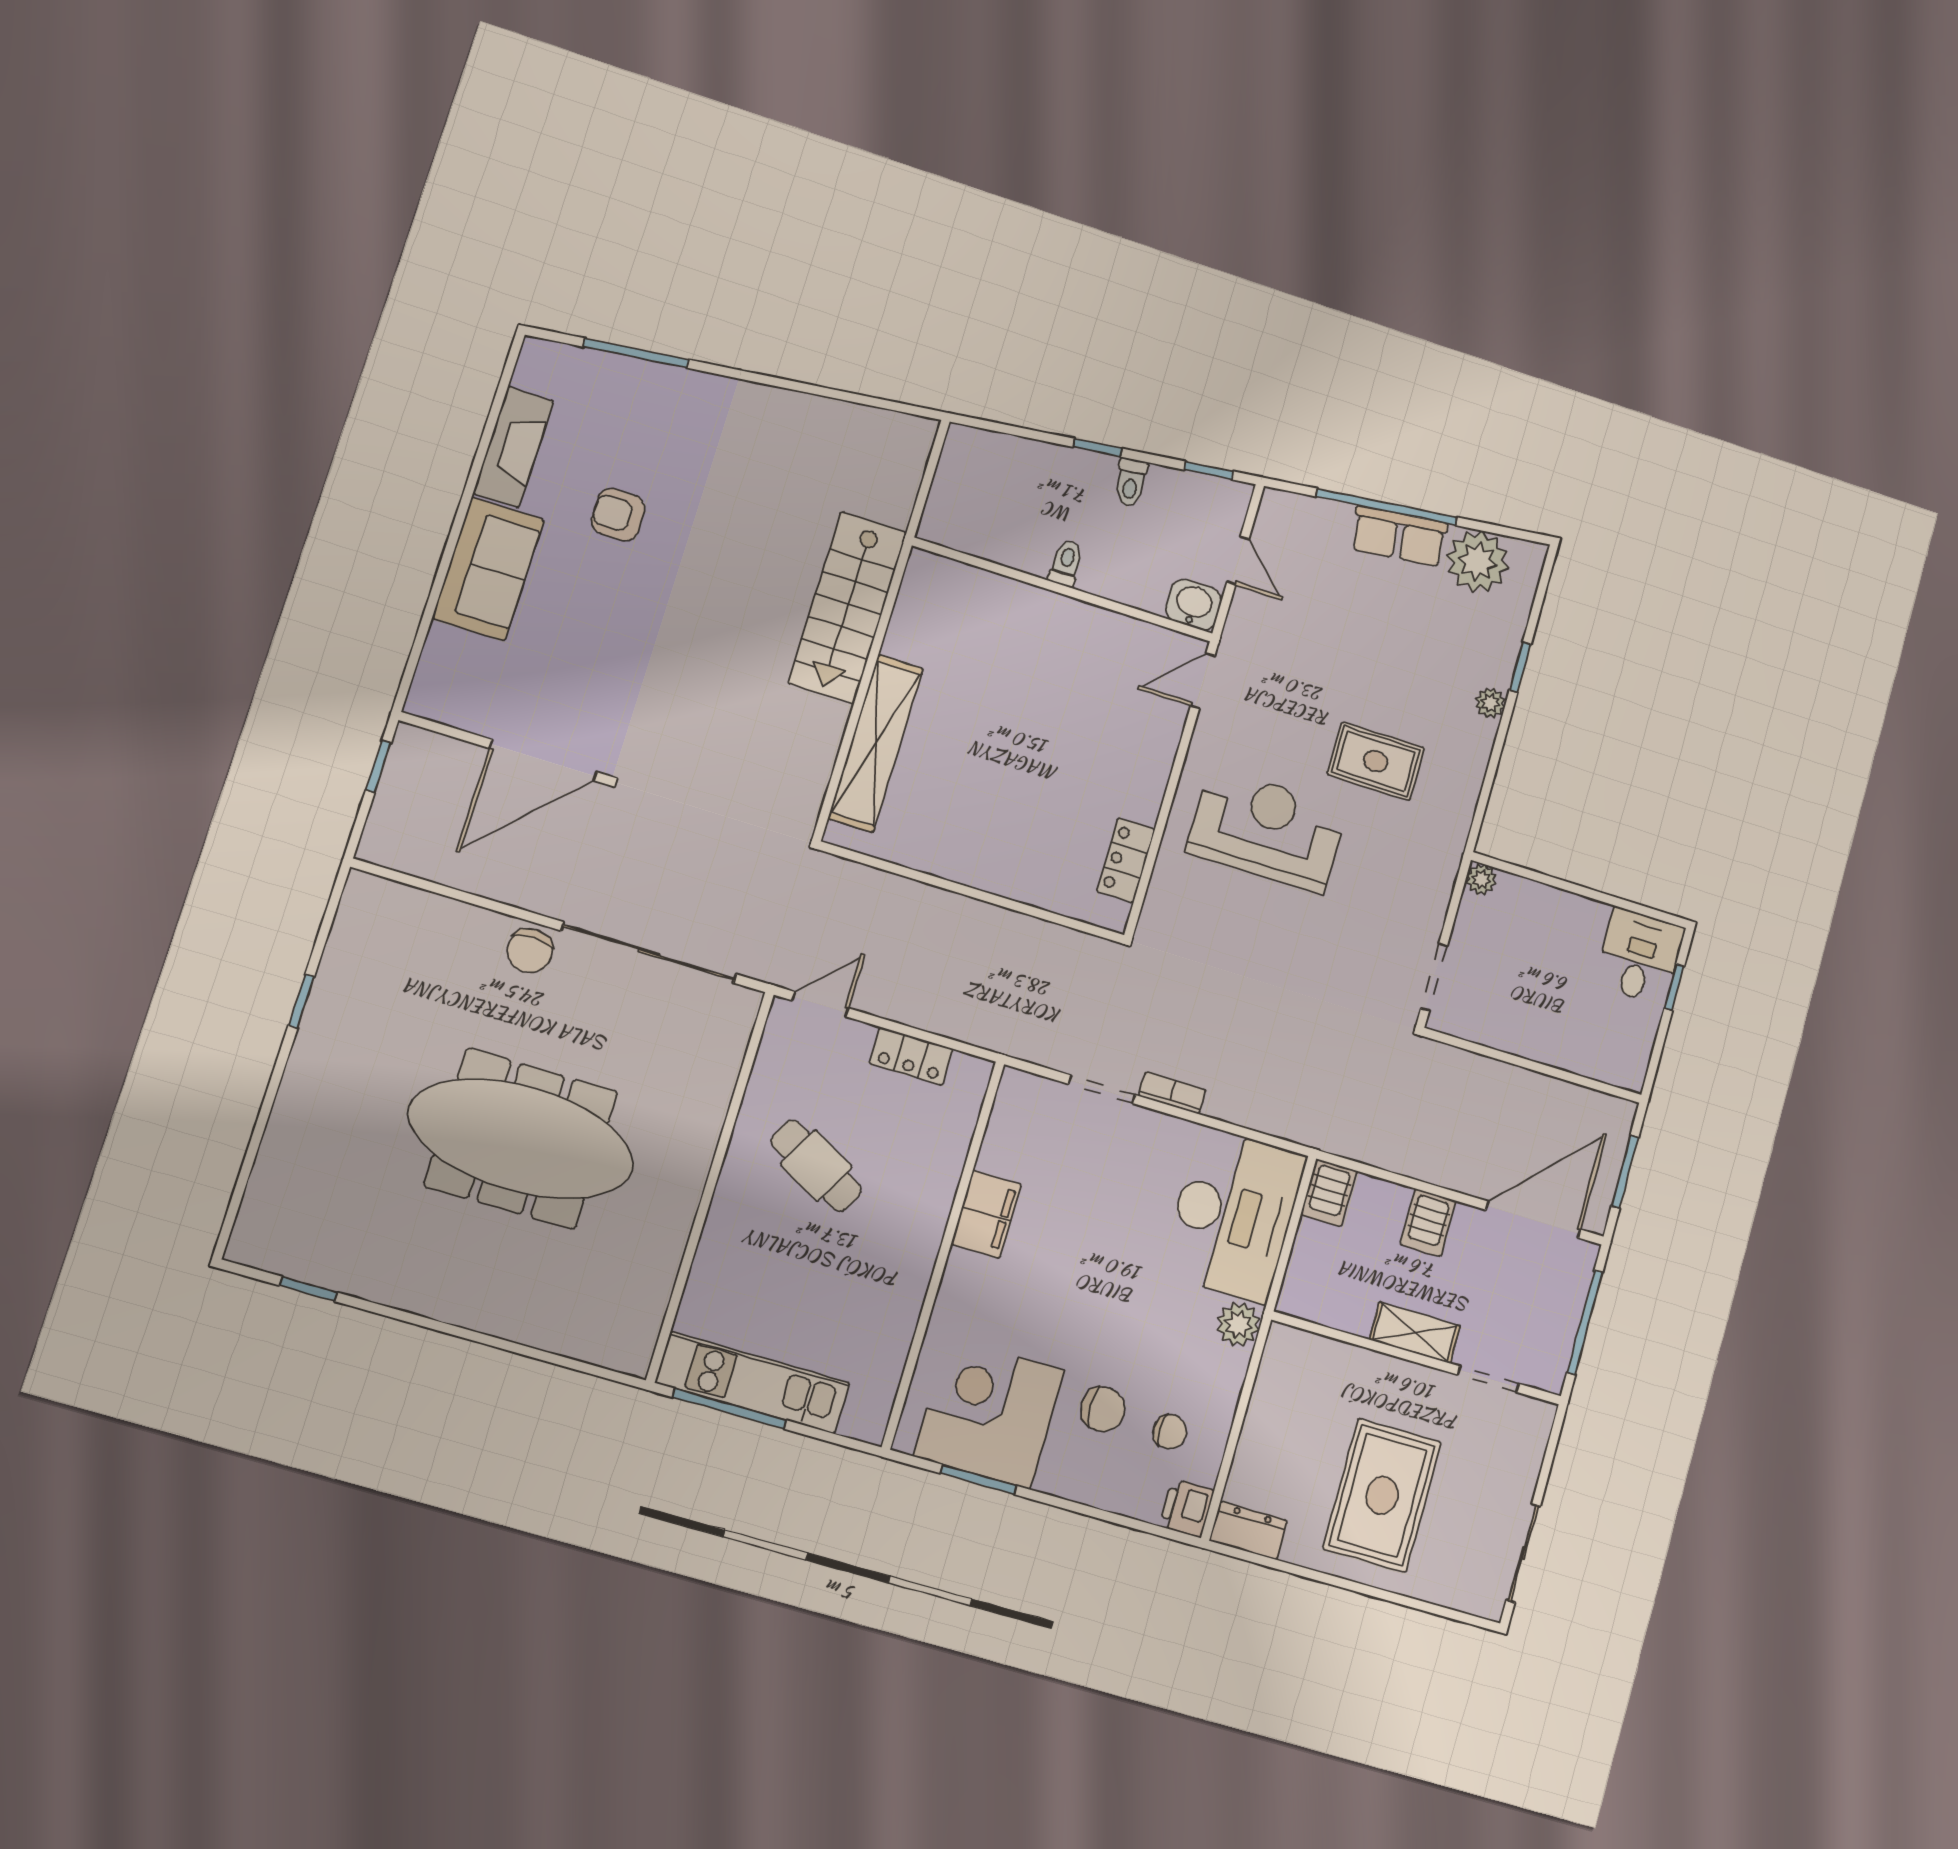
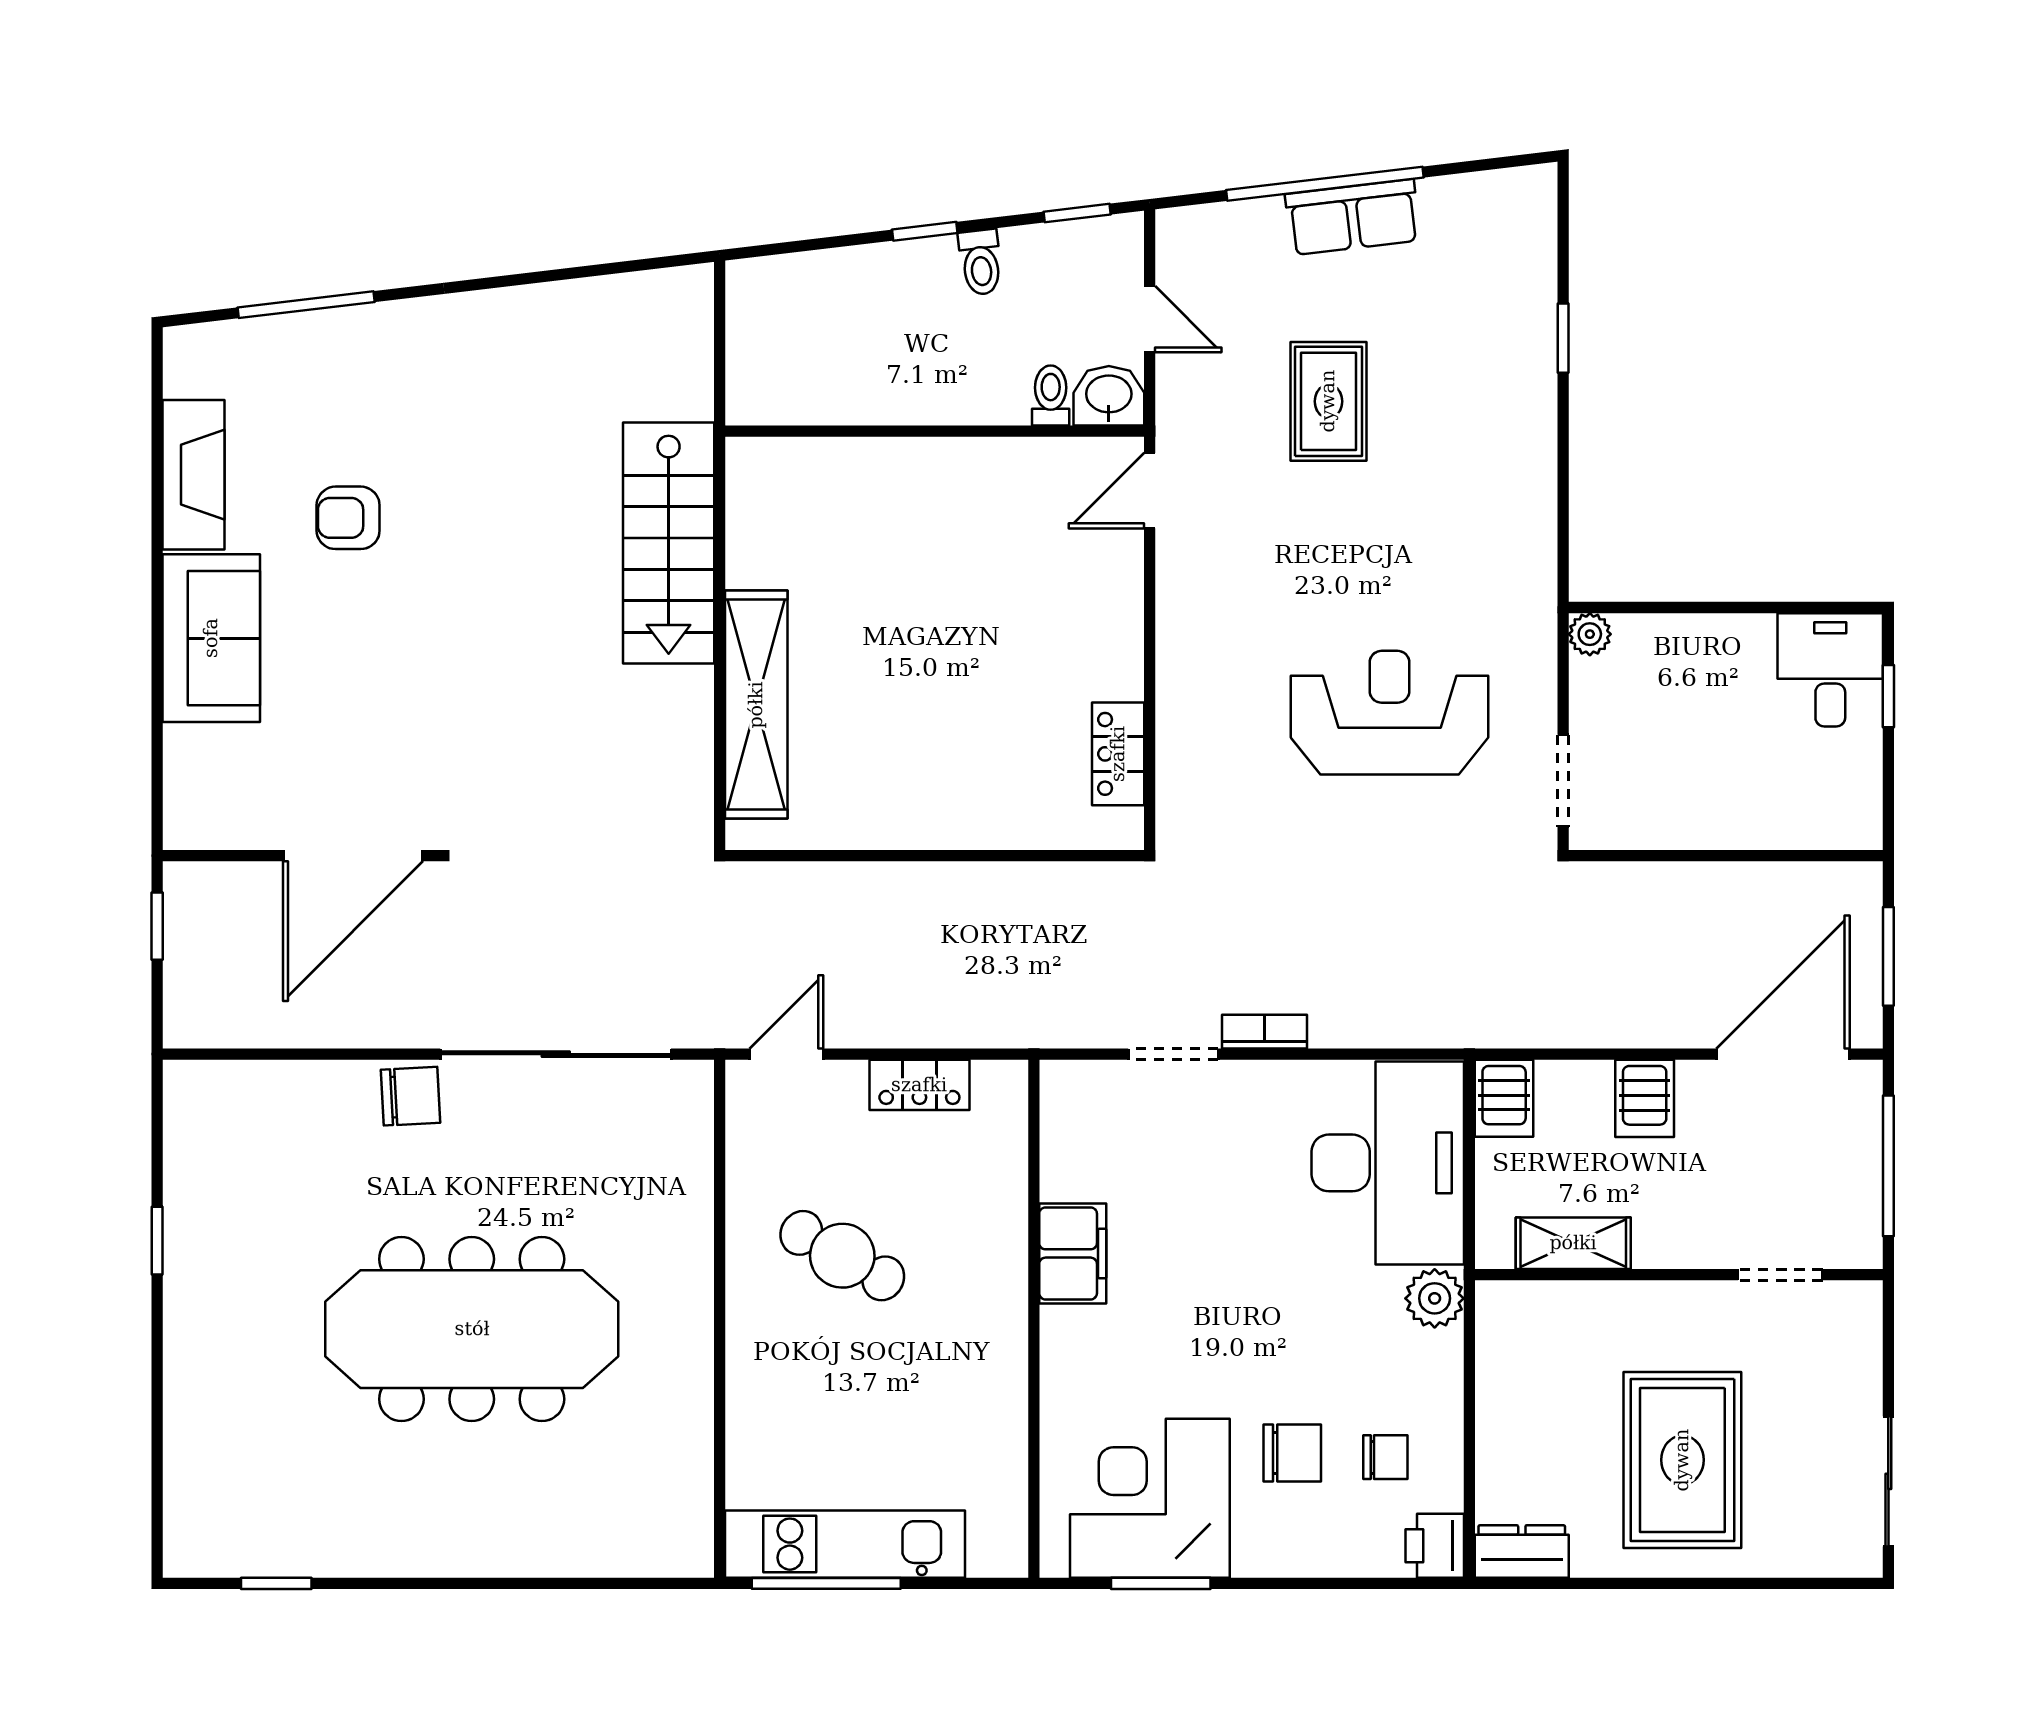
plant: (1478, 562) -> (1467, 217), removed
toilet: (1066, 563) -> (1051, 395), moved
plant: (1490, 703) -> (1537, 398), removed
rug: (1376, 761) -> (1328, 401), moved, turned 90
reception desk: (1267, 830) -> (1390, 713), moved
chair: (530, 951) -> (410, 1096), turned -93
shelving: (1415, 1333) -> (1573, 1243), moved

